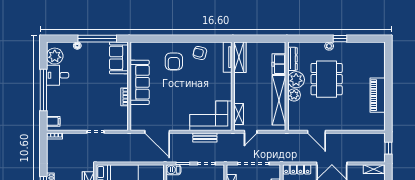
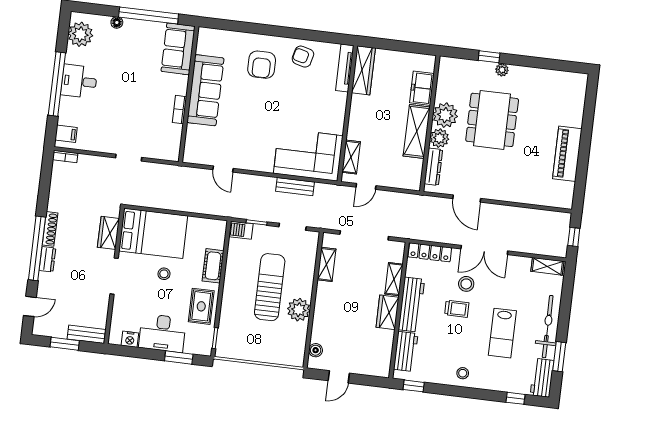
window: (340, 39) -> (489, 57), moved
dresser: (292, 59) -> (433, 167), moved
desk: (58, 75) -> (79, 81), moved
shelving: (279, 100) -> (417, 131), width x0.68
door: (157, 132) -> (223, 169), width x0.53

